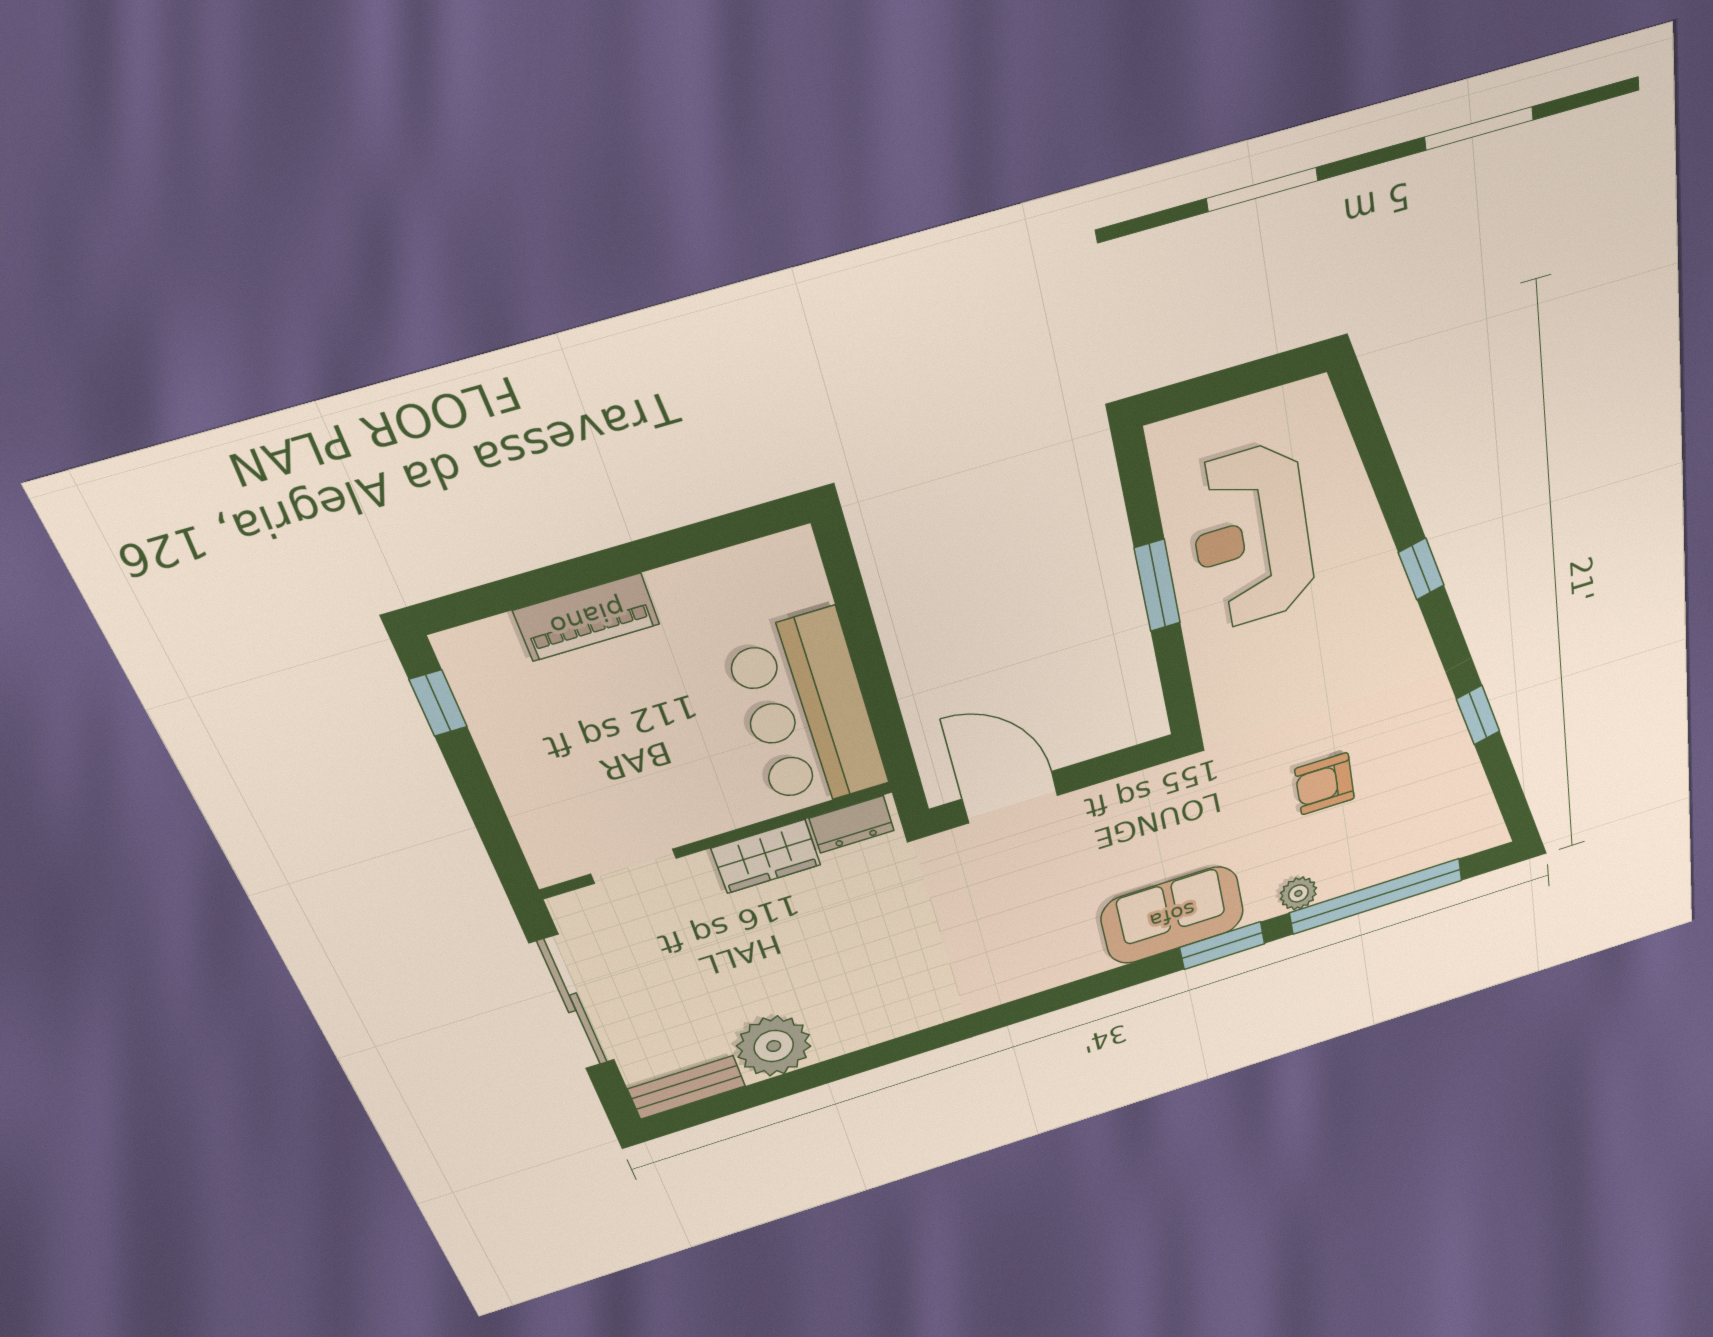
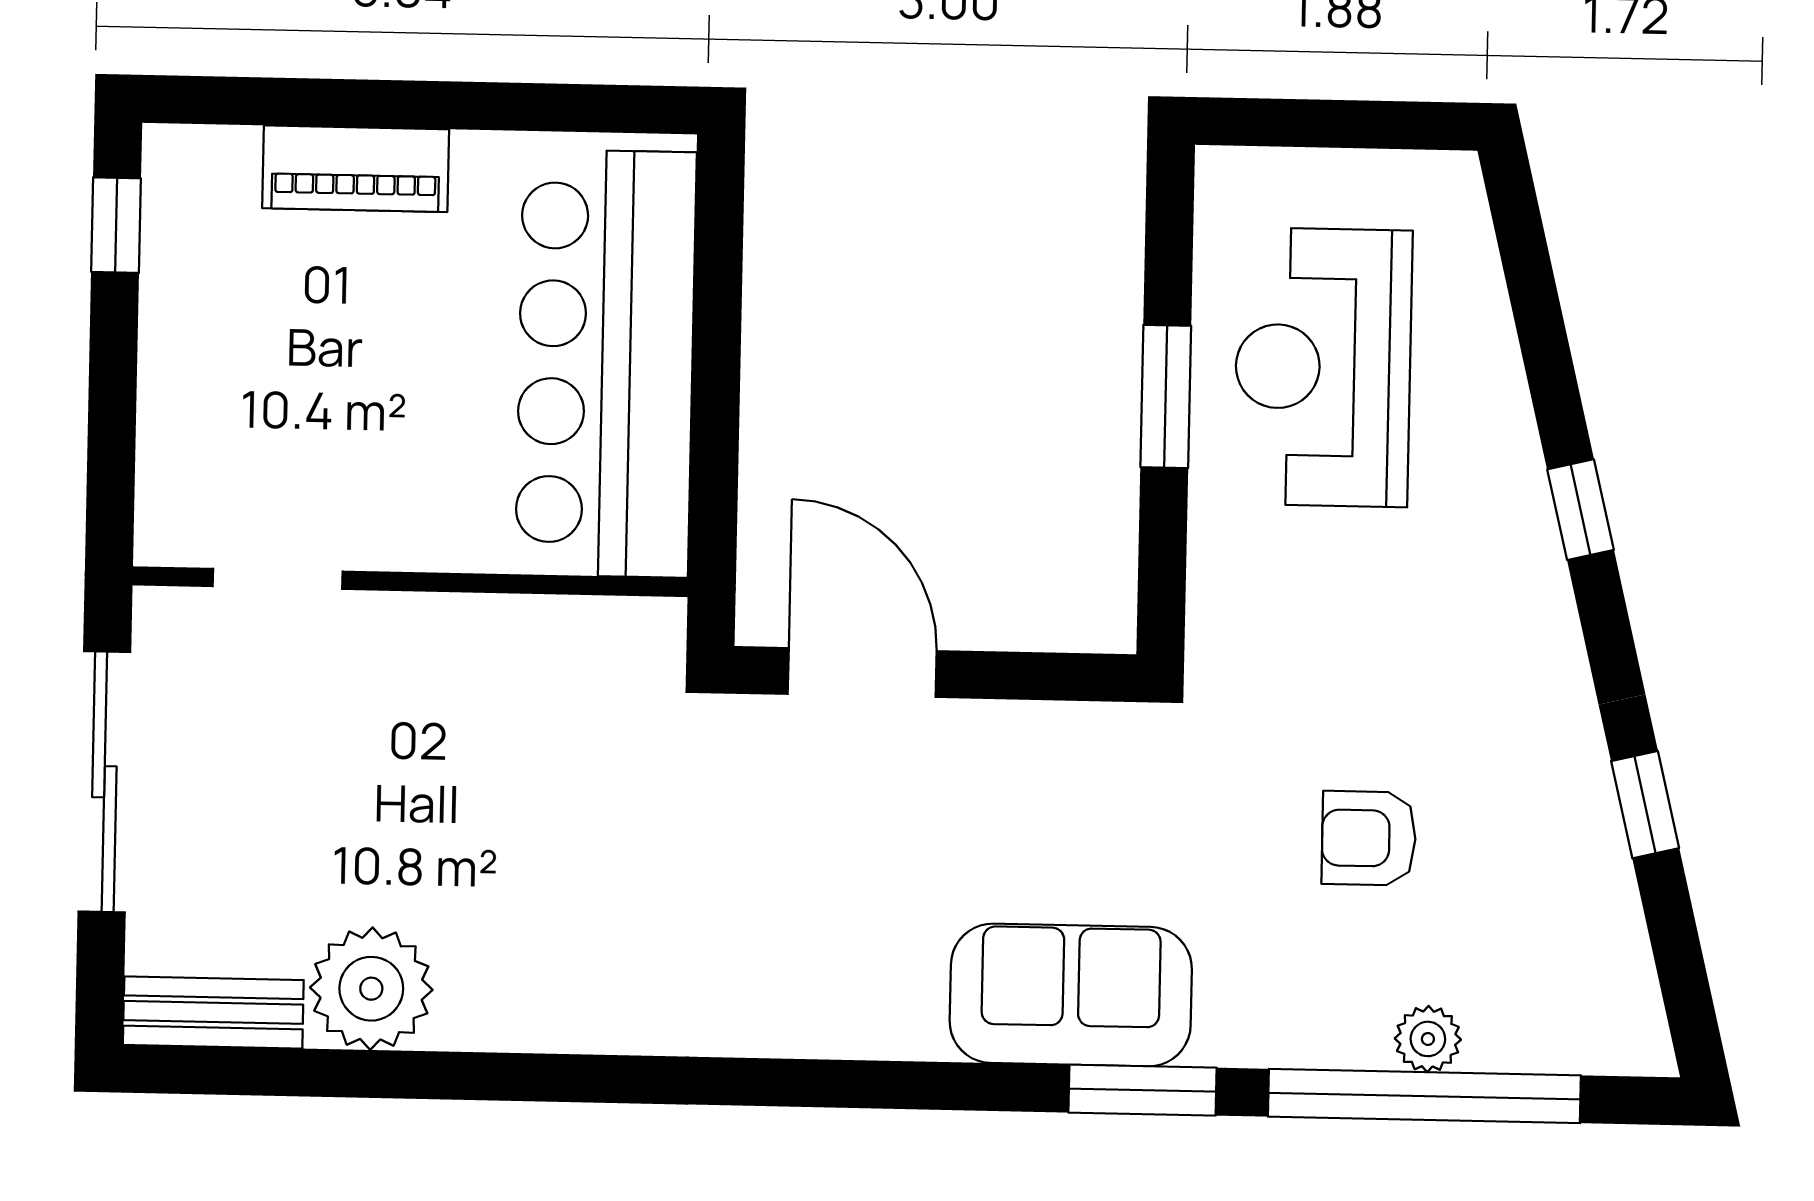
bar counter: (807, 713) -> (606, 363), width x1.36
dresser: (852, 824) -> (613, 629), removed
wardrobe: (766, 857) -> (471, 636), removed
plant: (1298, 893) -> (1428, 1039), moved

